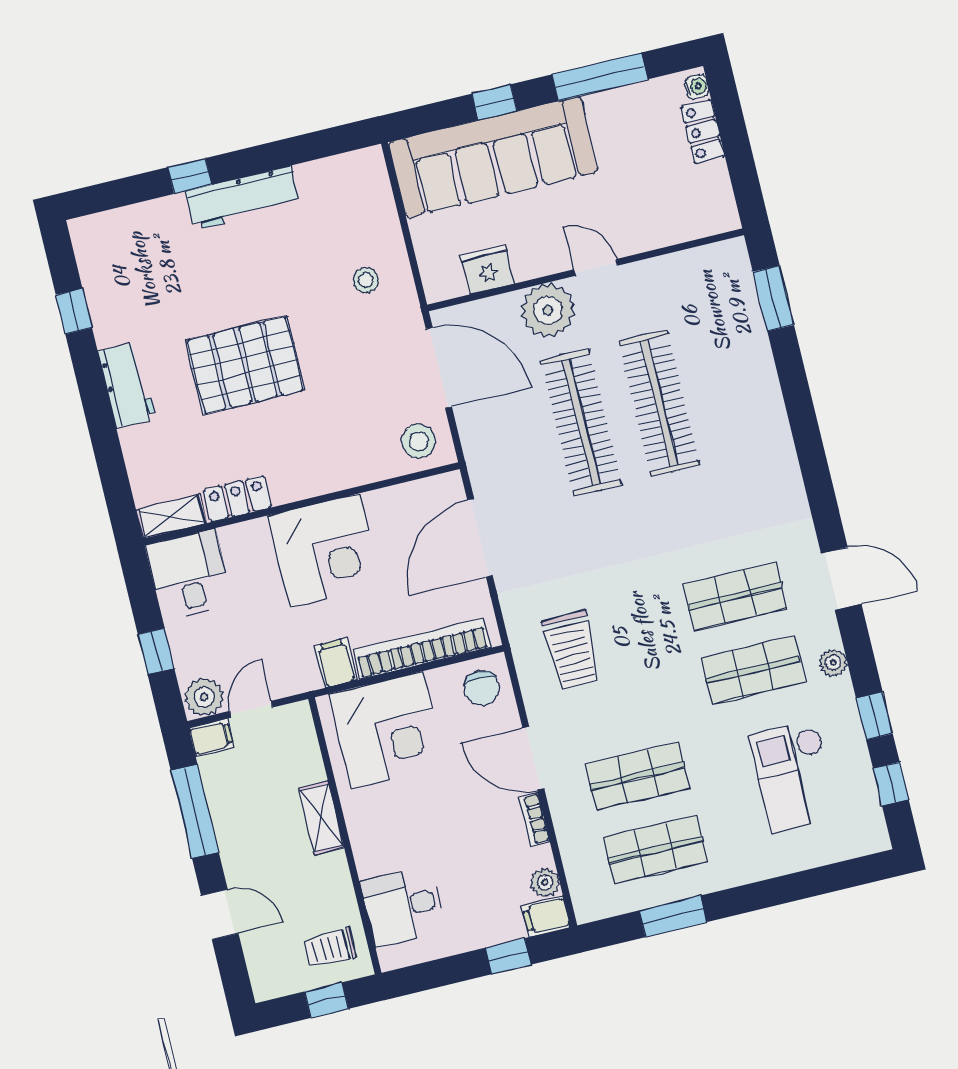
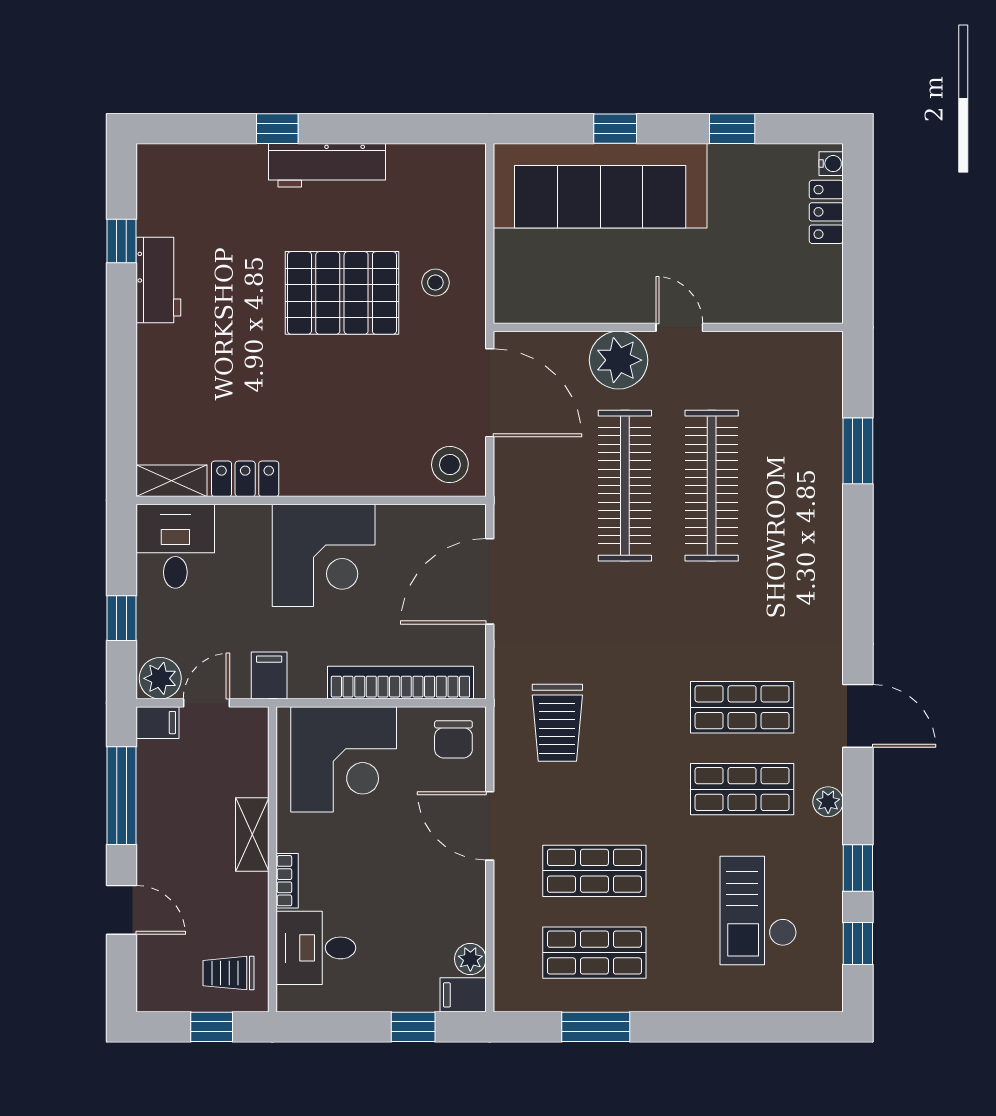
window: (600, 77) -> (732, 129), width x0.46
fridge: (487, 270) -> (565, 302), removed
window: (773, 298) -> (858, 451), moved
pallet: (245, 365) -> (342, 293), moved
workbench: (127, 385) -> (158, 280), moved
filing cabinet: (336, 663) -> (269, 676), moved
bookcase: (534, 819) -> (287, 881), moved, turned 180

